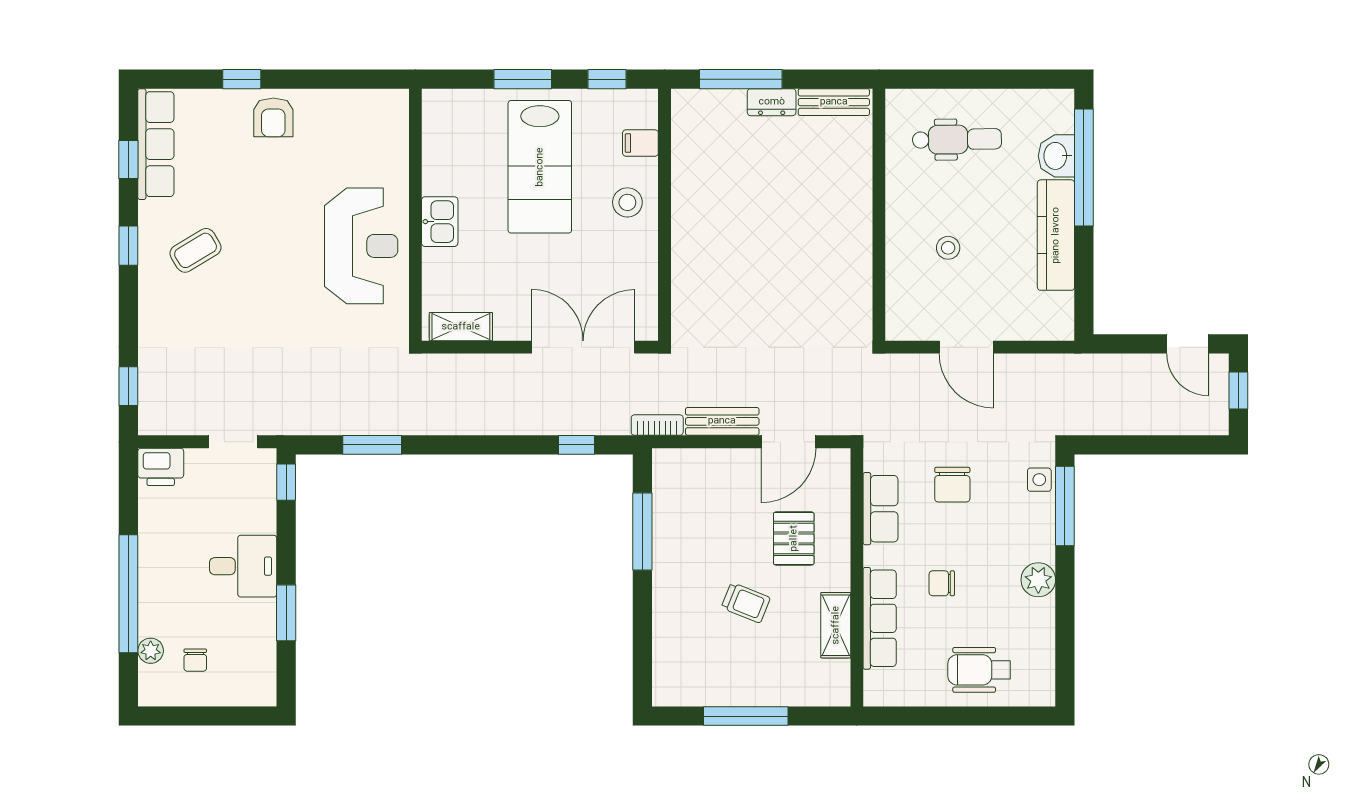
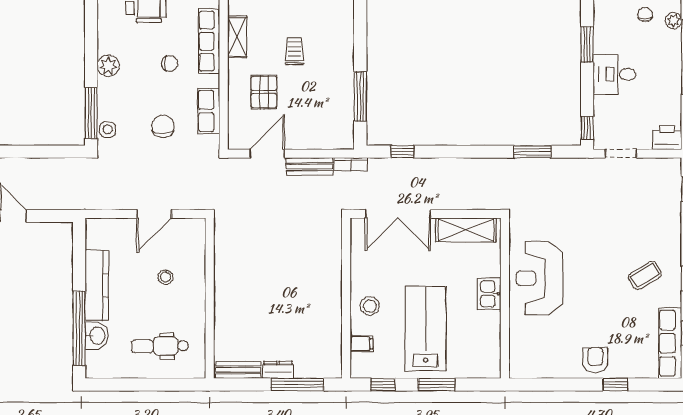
shelving: (461, 327) -> (466, 230), width x1.50, depth x1.33
door: (966, 347) -> (154, 214), swing flipped
trolley: (746, 603) -> (294, 51), turned 68

